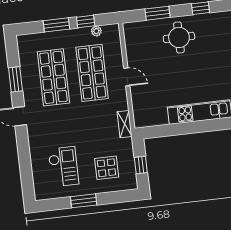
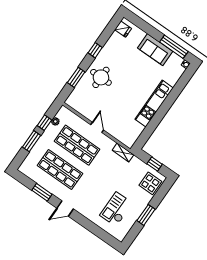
door: (127, 77) -> (97, 127), hinge flipped
checkout: (63, 167) -> (116, 209), turned -90
display table: (107, 168) -> (150, 183), moved

